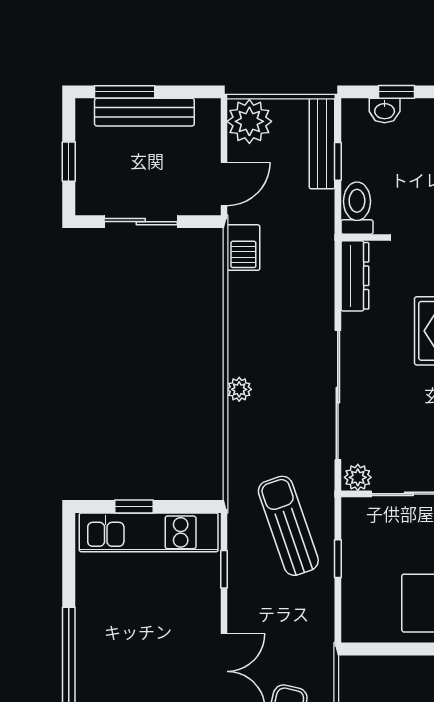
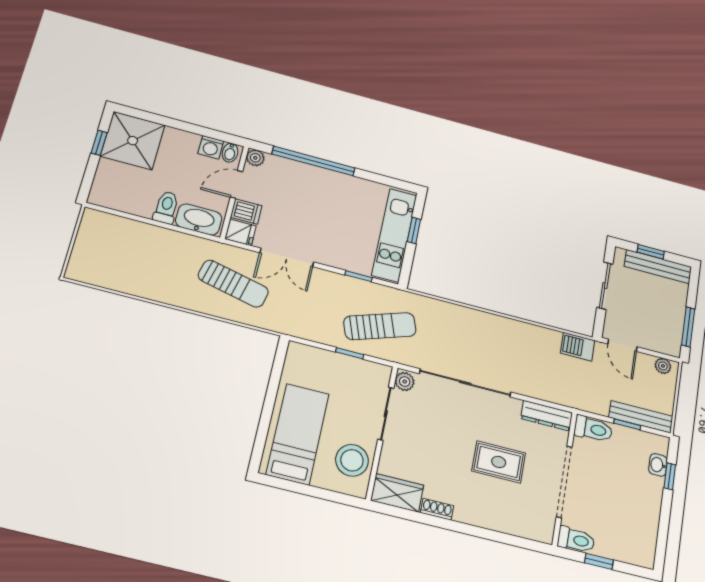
window: (125, 92) -> (688, 327), moved
bench: (144, 112) -> (658, 267), moved, turned 90
plant: (249, 121) -> (663, 366), width x0.53, depth x0.53
plant: (239, 389) -> (481, 319), removed

